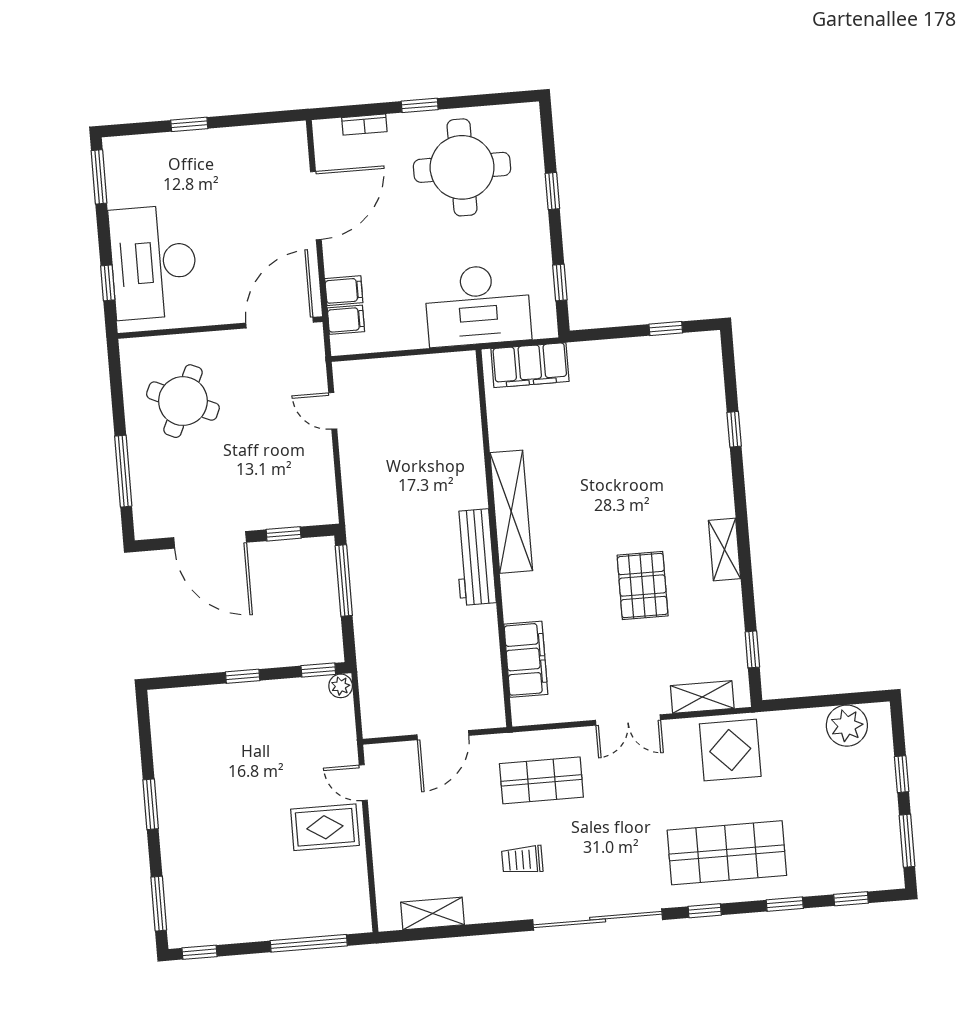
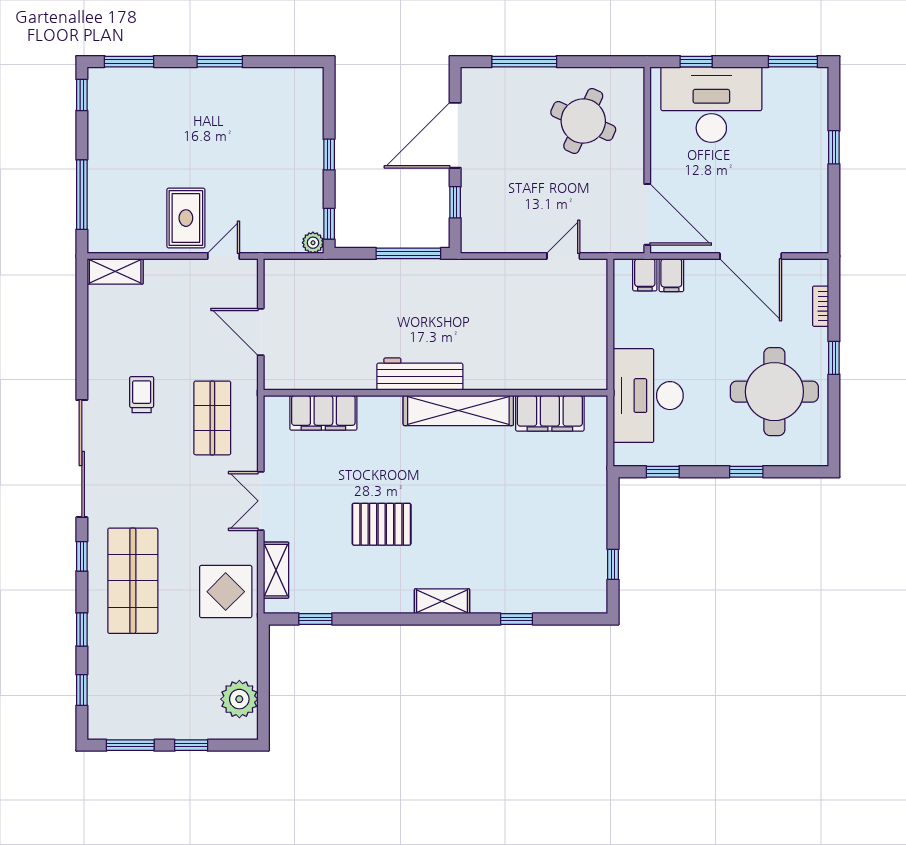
filing cabinet: (530, 365) -> (550, 413), moved, turned -90
shelving: (725, 550) -> (442, 601), moved
shelving: (433, 913) -> (115, 271), moved, turned 90

